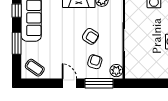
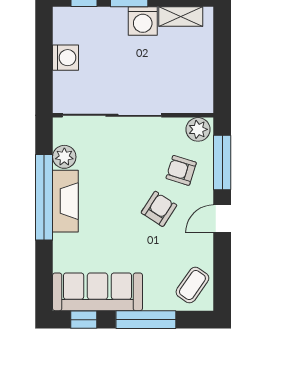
armchair: (90, 36) -> (159, 209), moved
window: (17, 43) -> (146, 320), width x1.44

